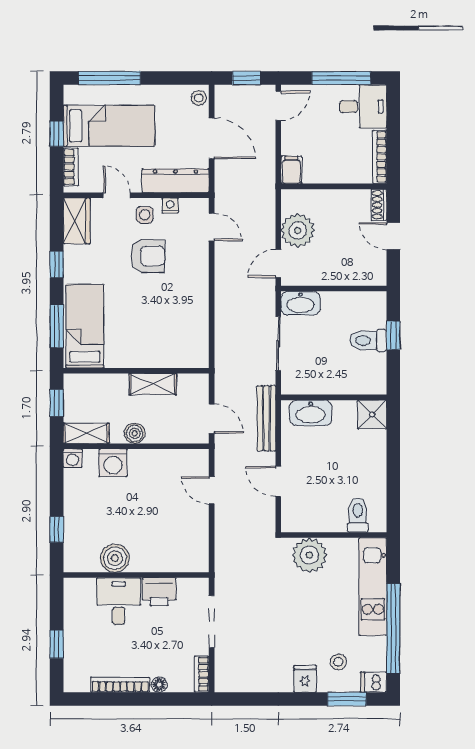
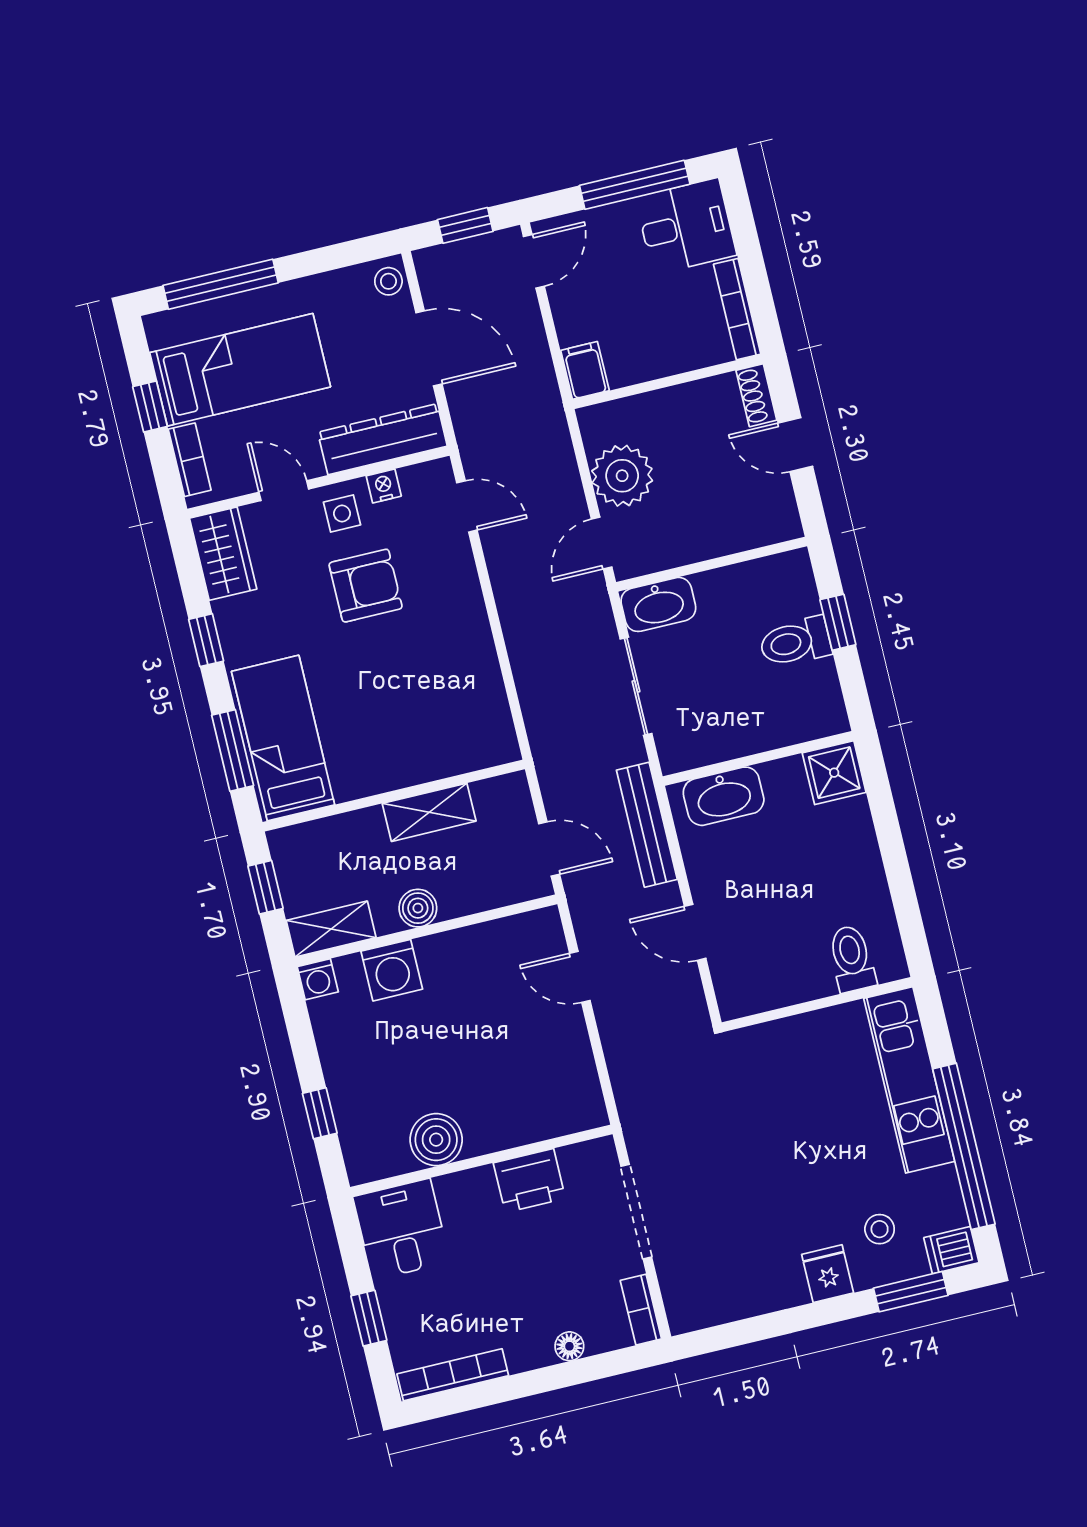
plant: (309, 555) -> (782, 1051), removed
desk: (119, 601) -> (401, 1229), moved
bookcase: (120, 685) -> (453, 1375), moved

